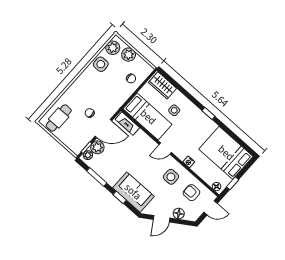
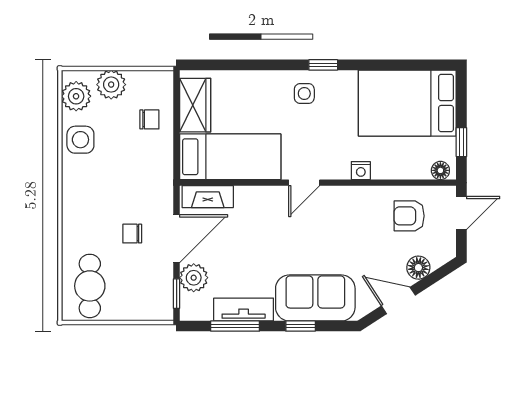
wardrobe: (162, 85) -> (195, 105), moved, turned -90
side table: (174, 110) -> (304, 94), moved
plant: (88, 155) -> (189, 304), removed
tv unit: (105, 174) -> (244, 310), added
side table: (171, 177) -> (354, 220), removed
door: (162, 219) -> (398, 300), swing flipped

